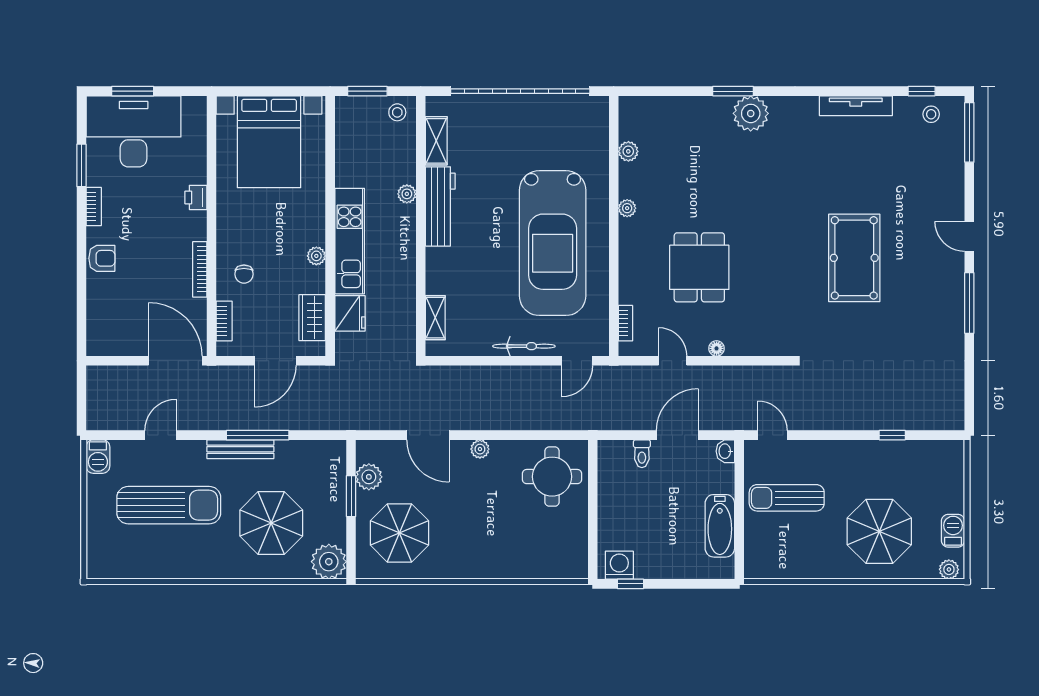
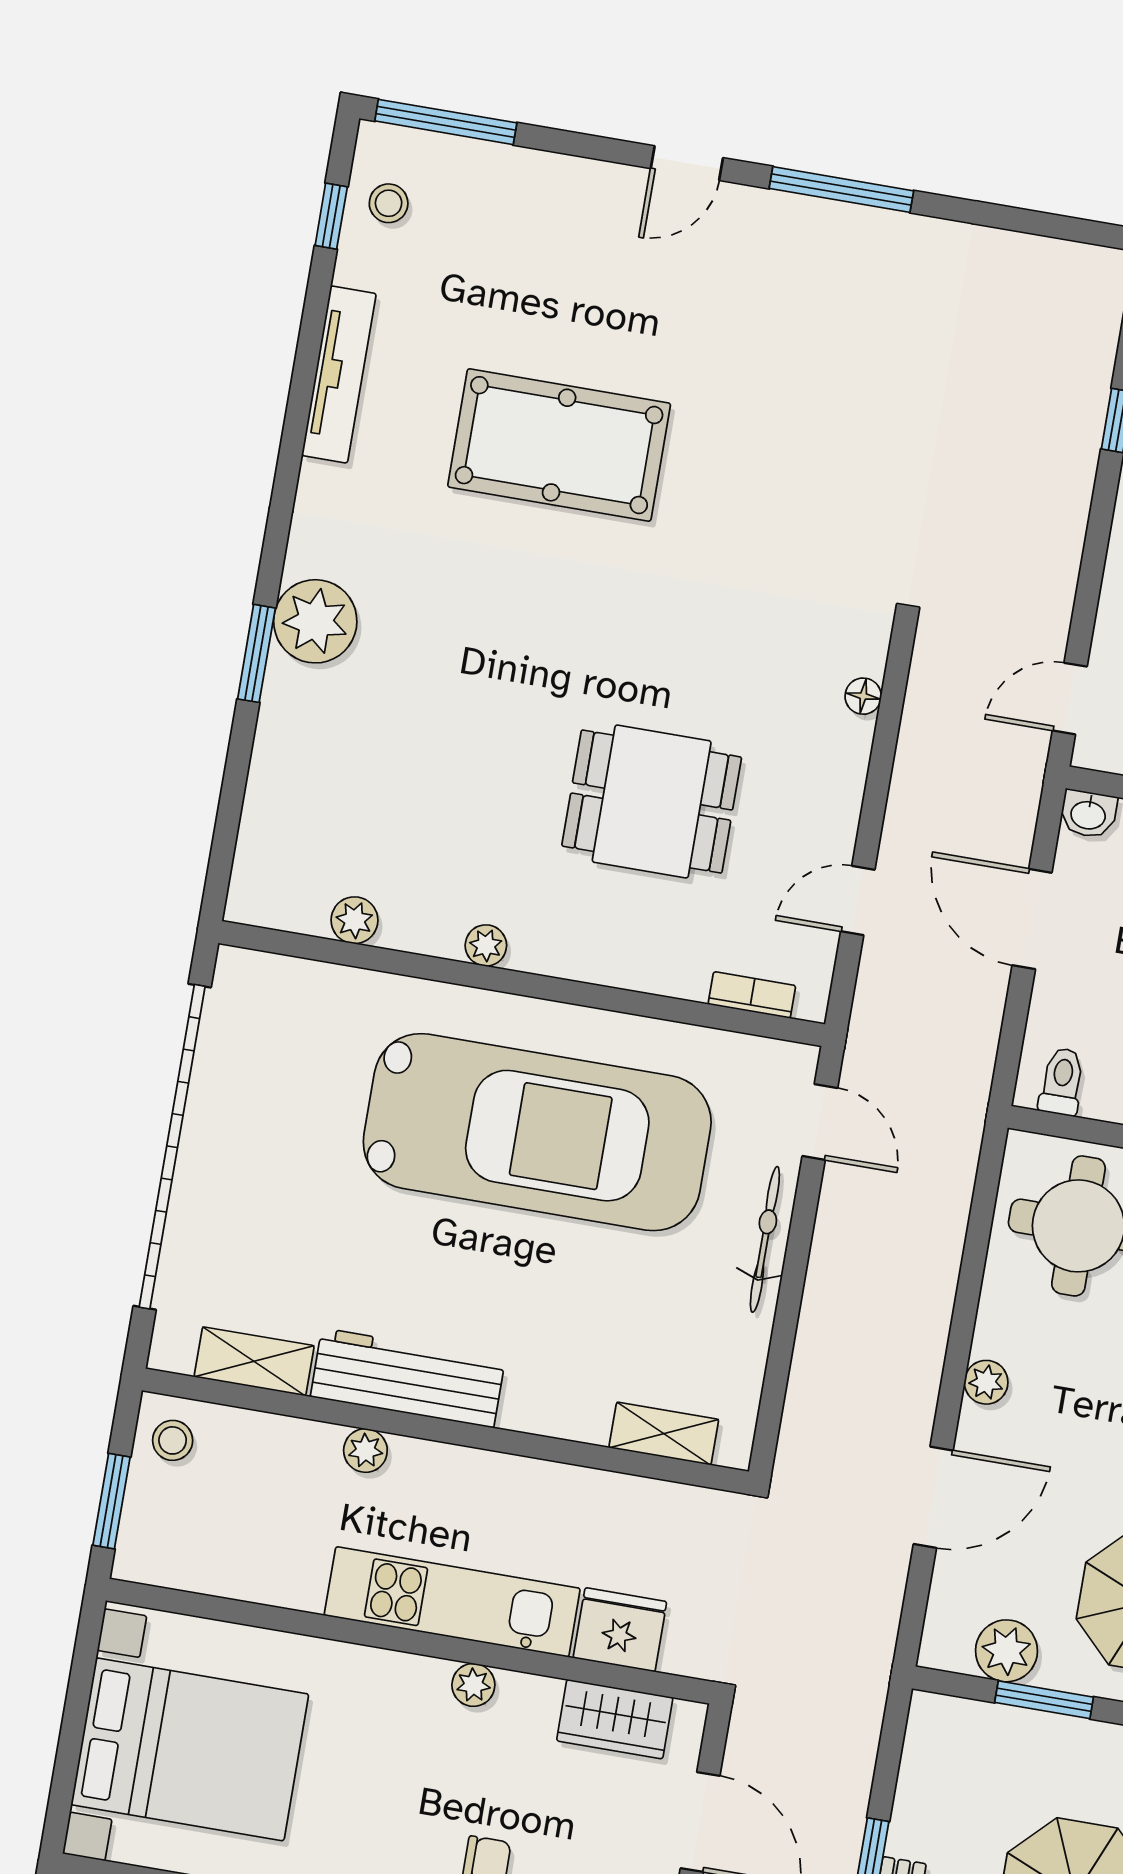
pool table: (854, 258) -> (559, 445), moved
floor lamp: (717, 348) -> (863, 696), moved
toilet: (642, 454) -> (1062, 1082), moved, turned -90

